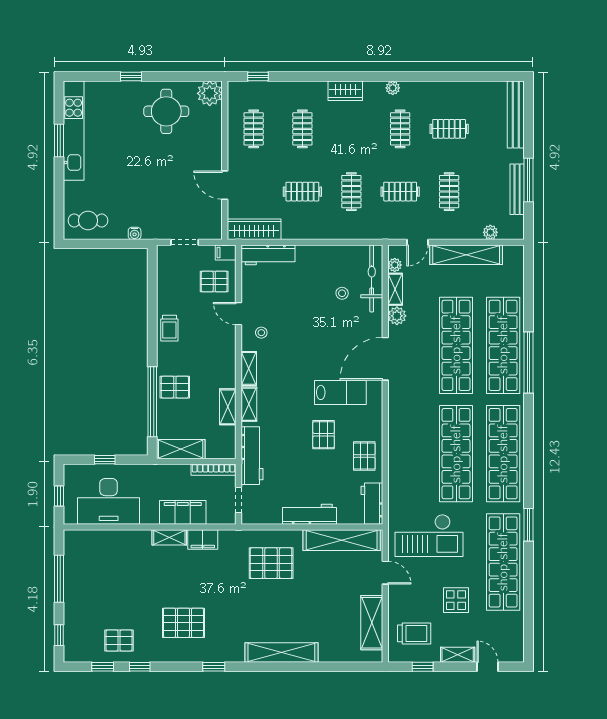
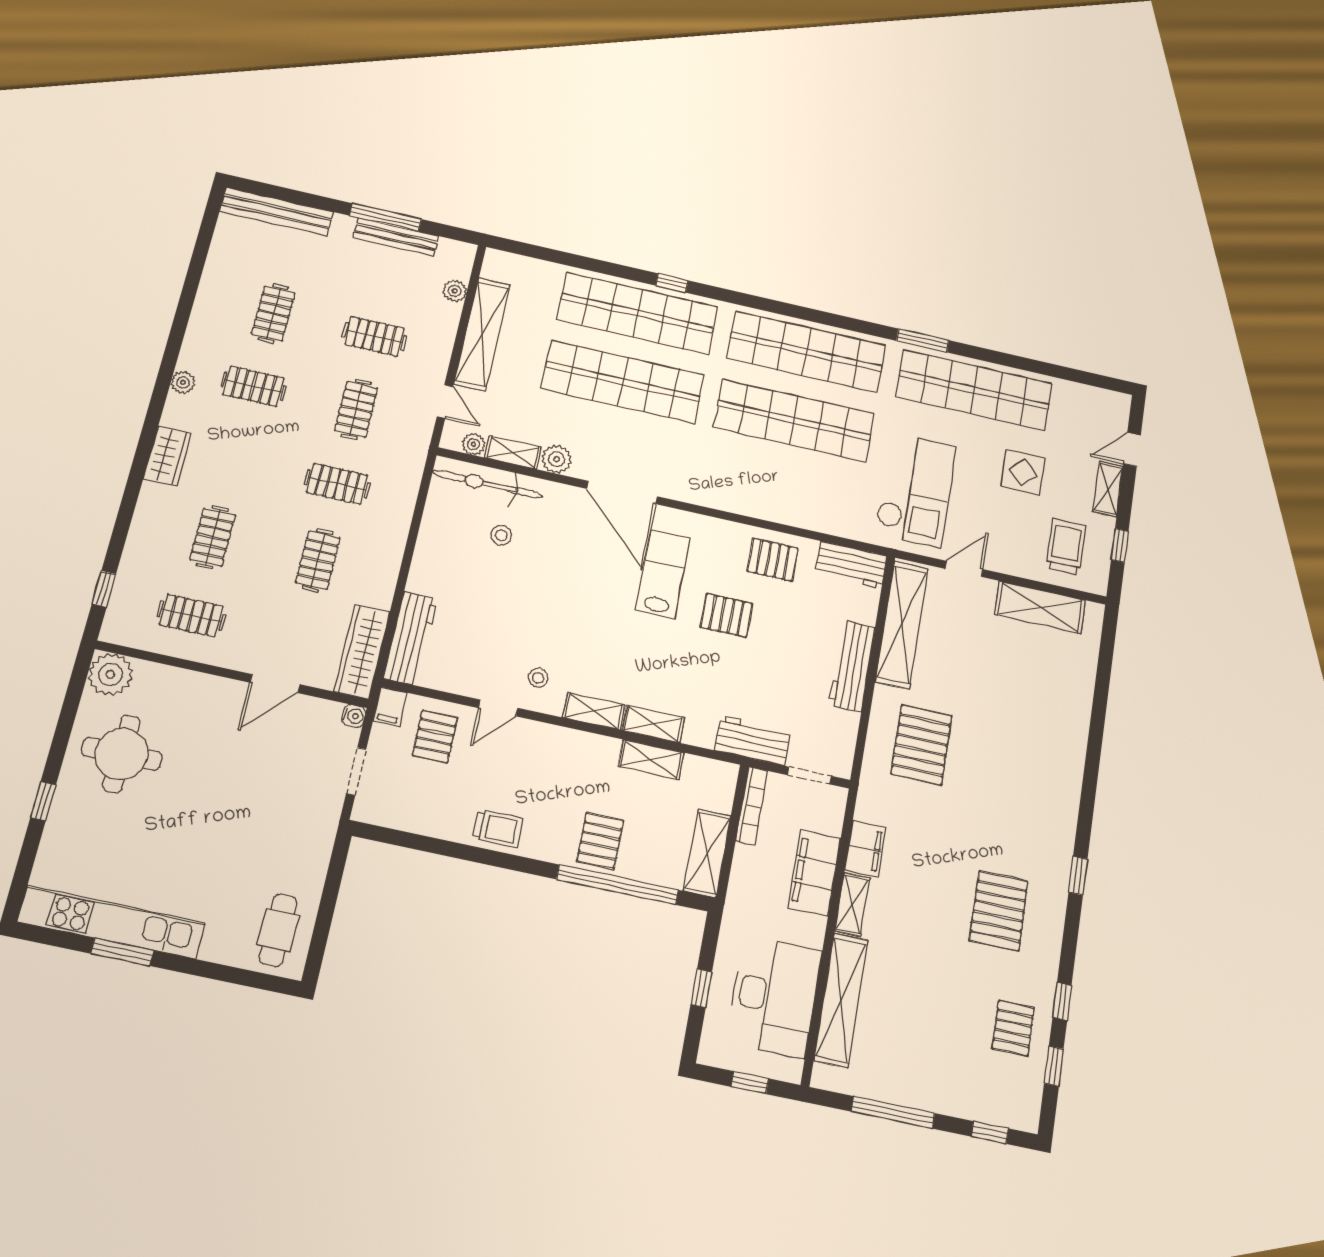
clothes rail: (302, 129) -> (213, 537), turned 90
water cooler: (135, 233) -> (354, 716), moved
window: (529, 363) -> (672, 283), width x0.32
workbench: (252, 456) -> (753, 740), width x0.73
shelving: (281, 653) -> (841, 1000), moved

